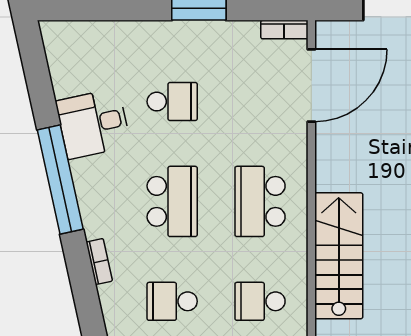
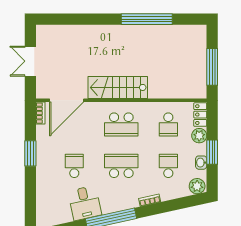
door: (311, 86) -> (67, 100), swing flipped
stairs: (339, 256) -> (118, 87), moved
school desk: (172, 301) -> (168, 166), turned 180

